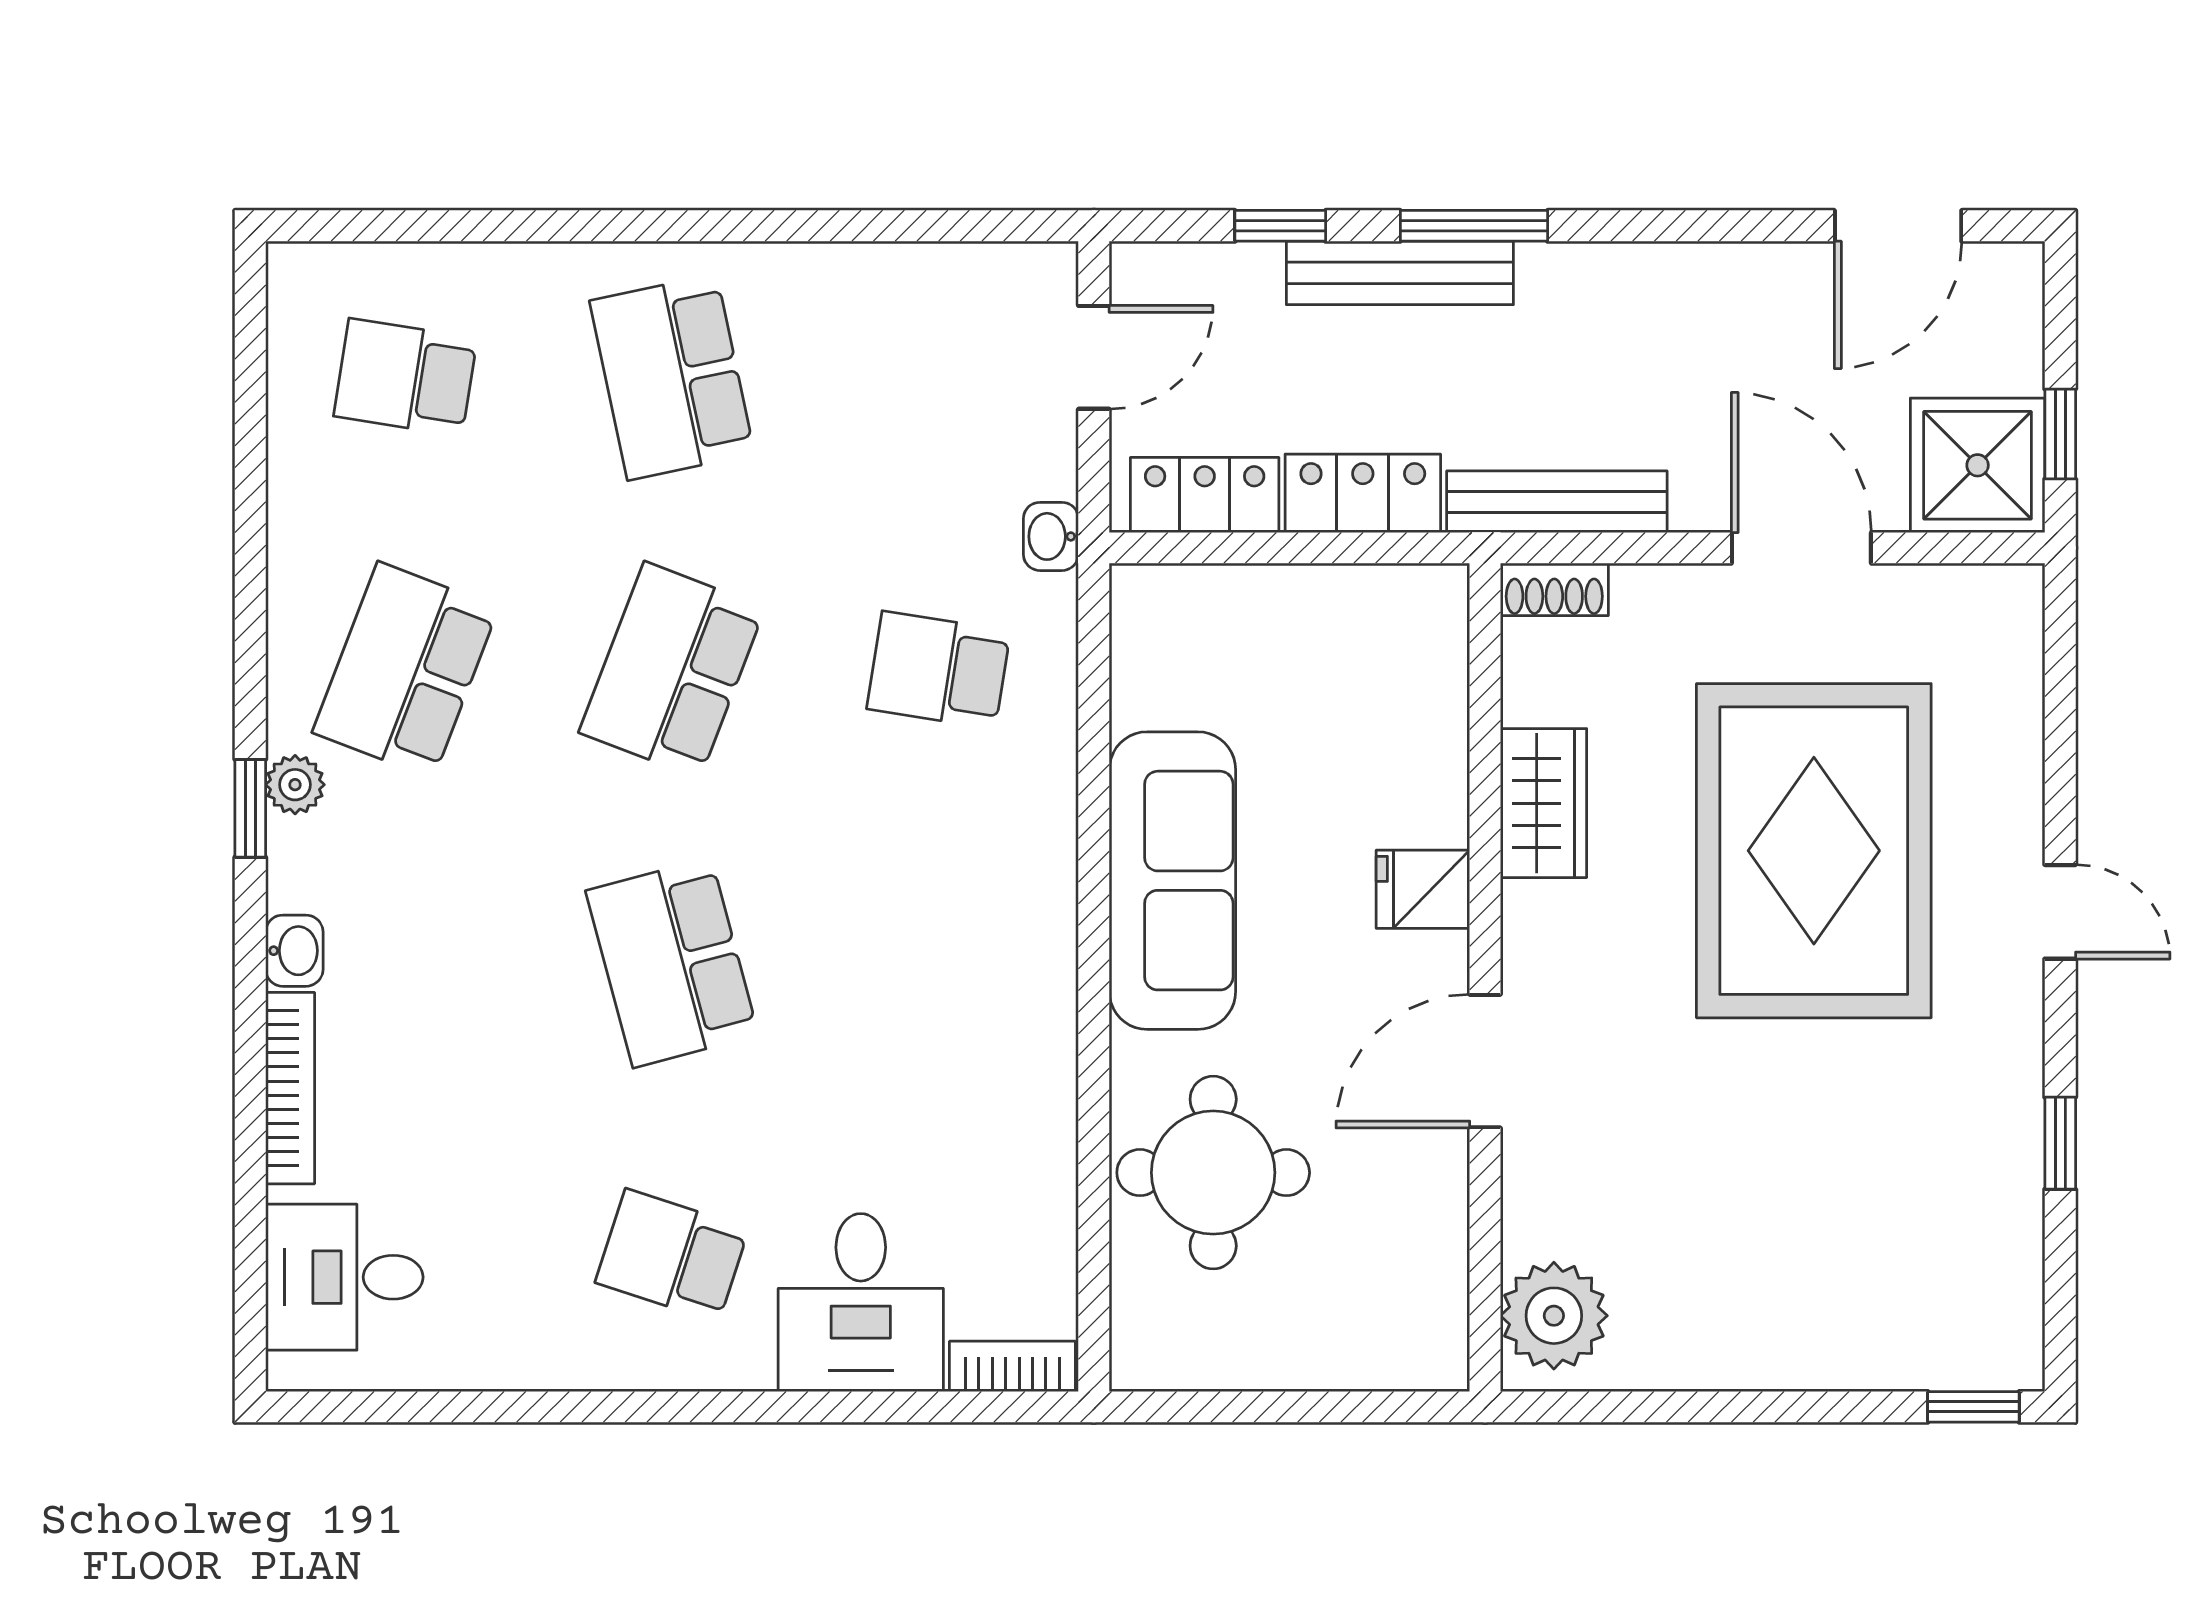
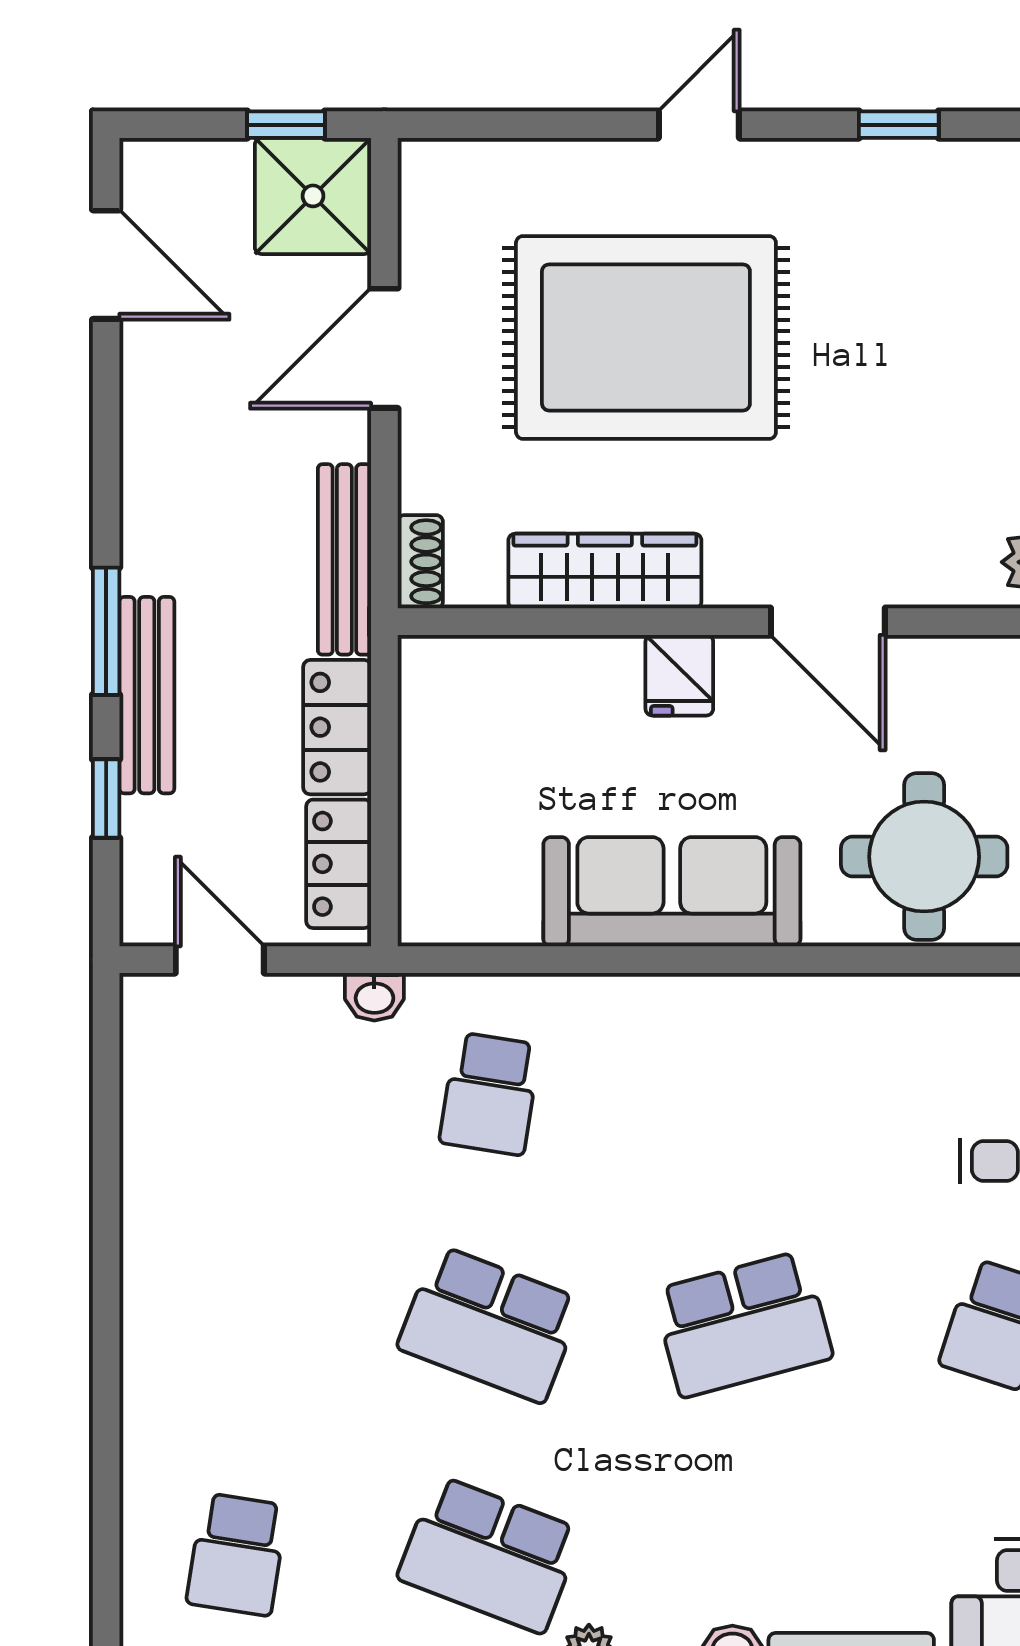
school desk: (672, 377) -> (237, 1324), removed
wardrobe: (1544, 803) -> (605, 571), width x1.50

